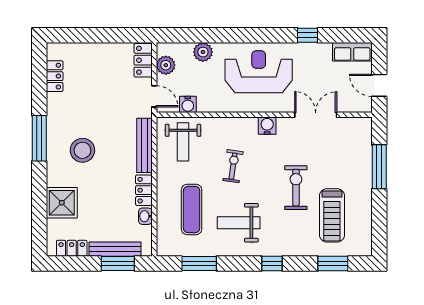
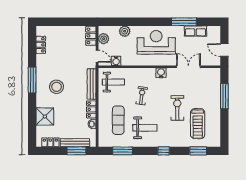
window: (308, 35) -> (184, 22), width x2.17
row of seats: (352, 52) -> (195, 31), moved
weight bench: (183, 142) -> (113, 82), turned -90
weight bench: (239, 223) -> (145, 128), turned 180

